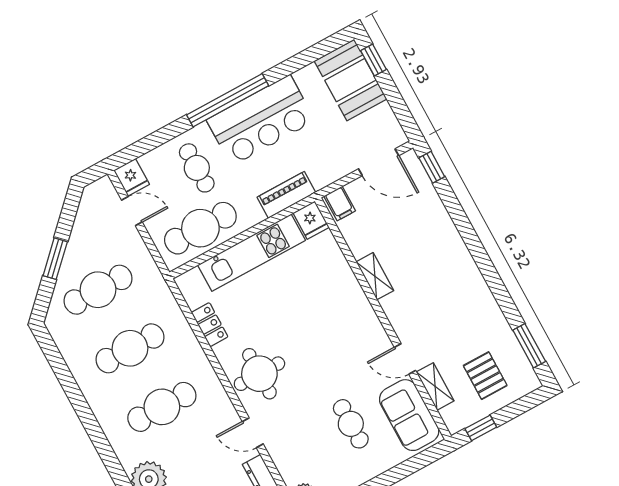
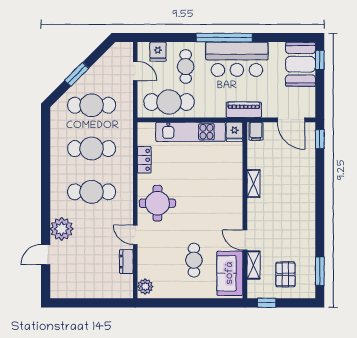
fridge: (132, 177) -> (158, 52), moved
piano: (286, 195) -> (244, 110), moved

